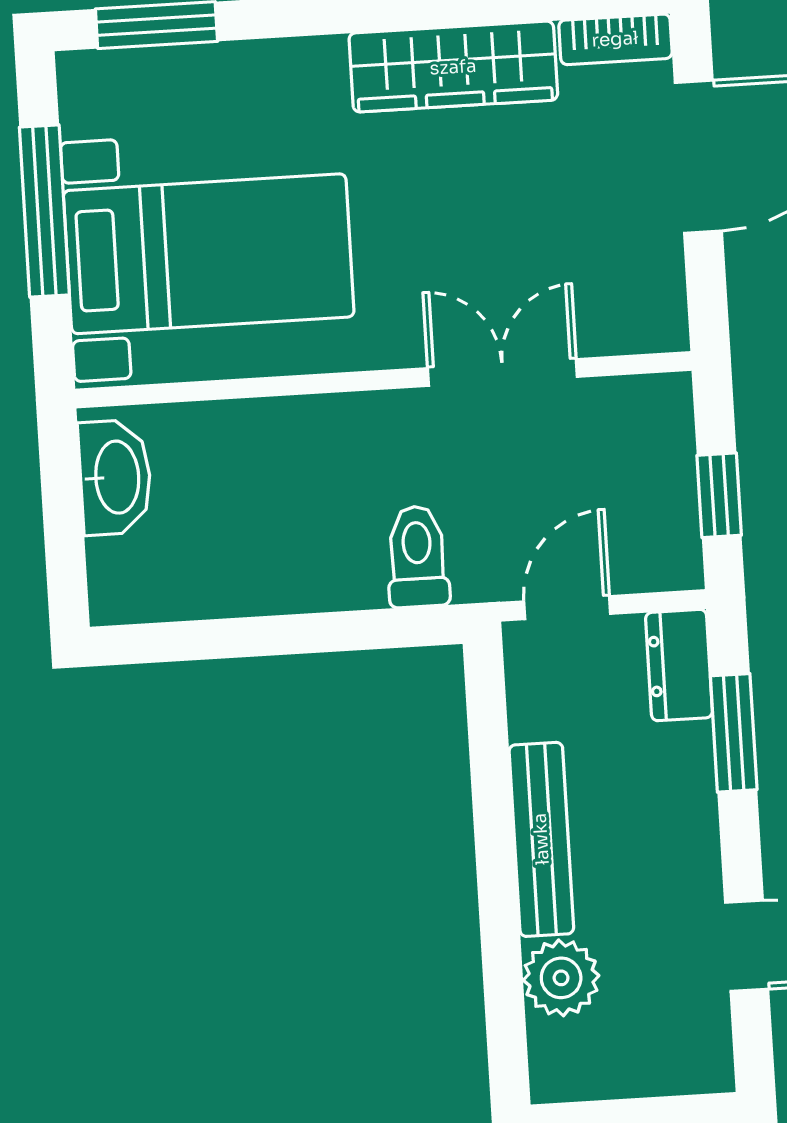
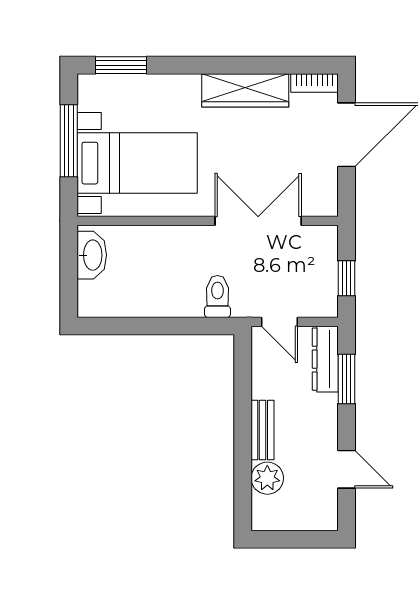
double door: (502, 372) -> (258, 221), width x1.37
door: (567, 608) -> (279, 322), swing flipped
dresser: (679, 665) -> (325, 359), width x1.44
bench: (541, 839) -> (263, 430), width x0.73

